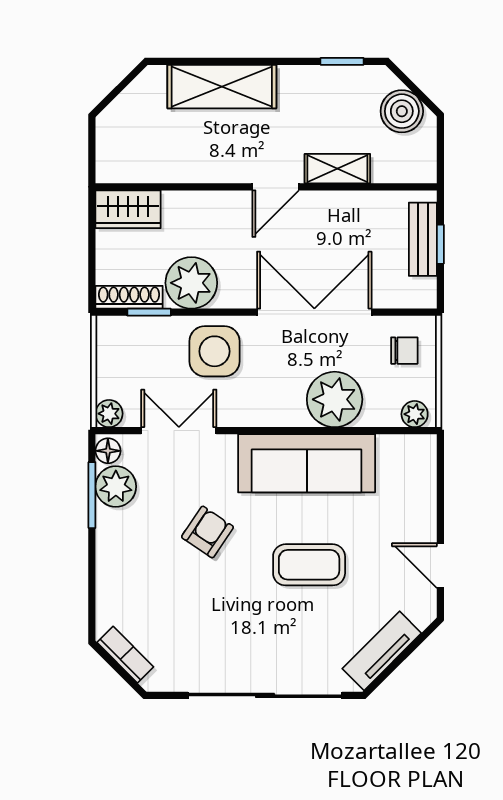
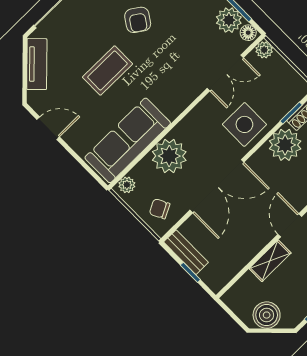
bench: (423, 239) -> (186, 252), moved
chair: (404, 351) -> (160, 209), turned 63
sofa: (307, 463) -> (128, 140), moved
armchair: (207, 532) -> (138, 20), moved

